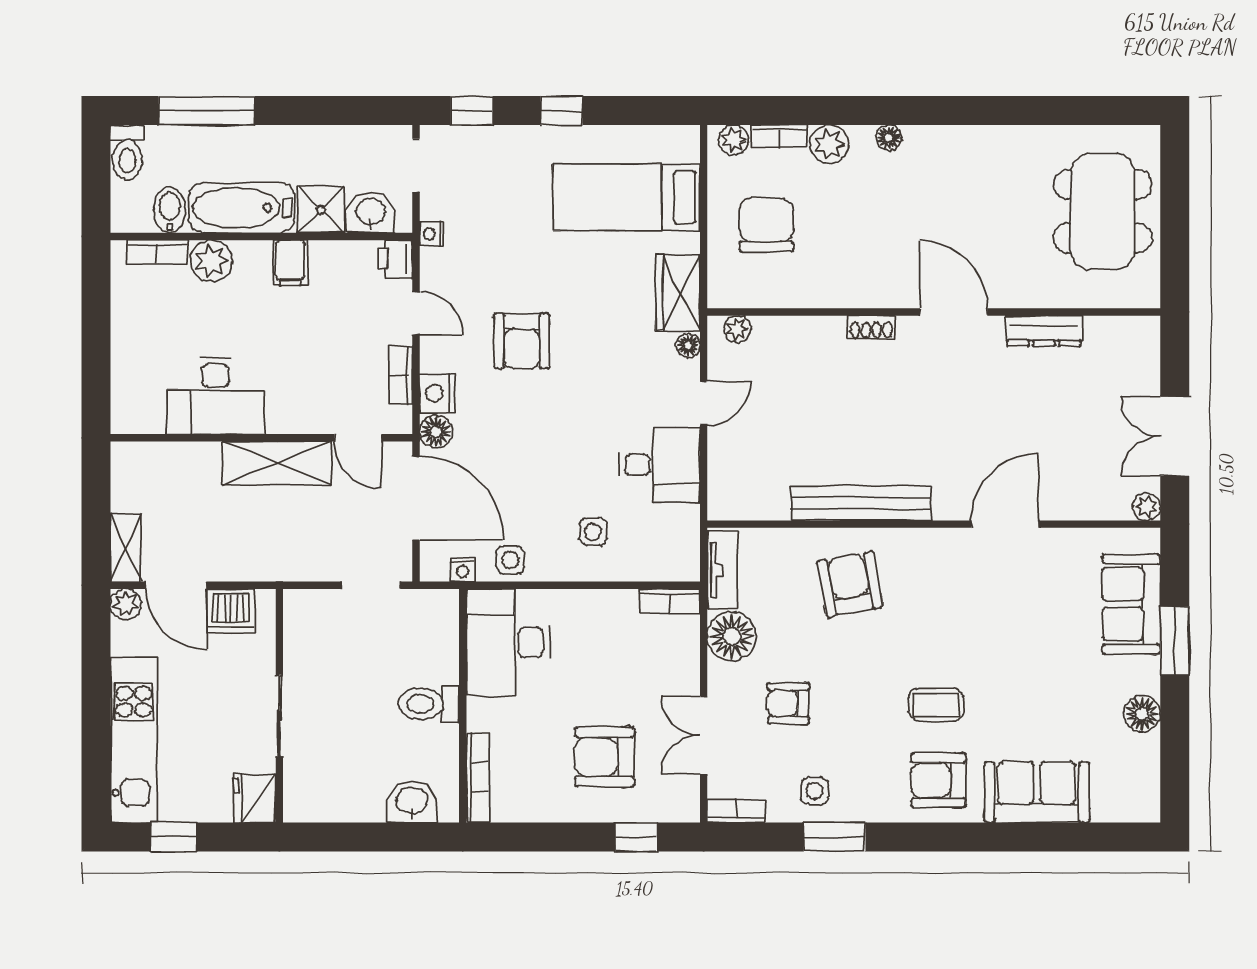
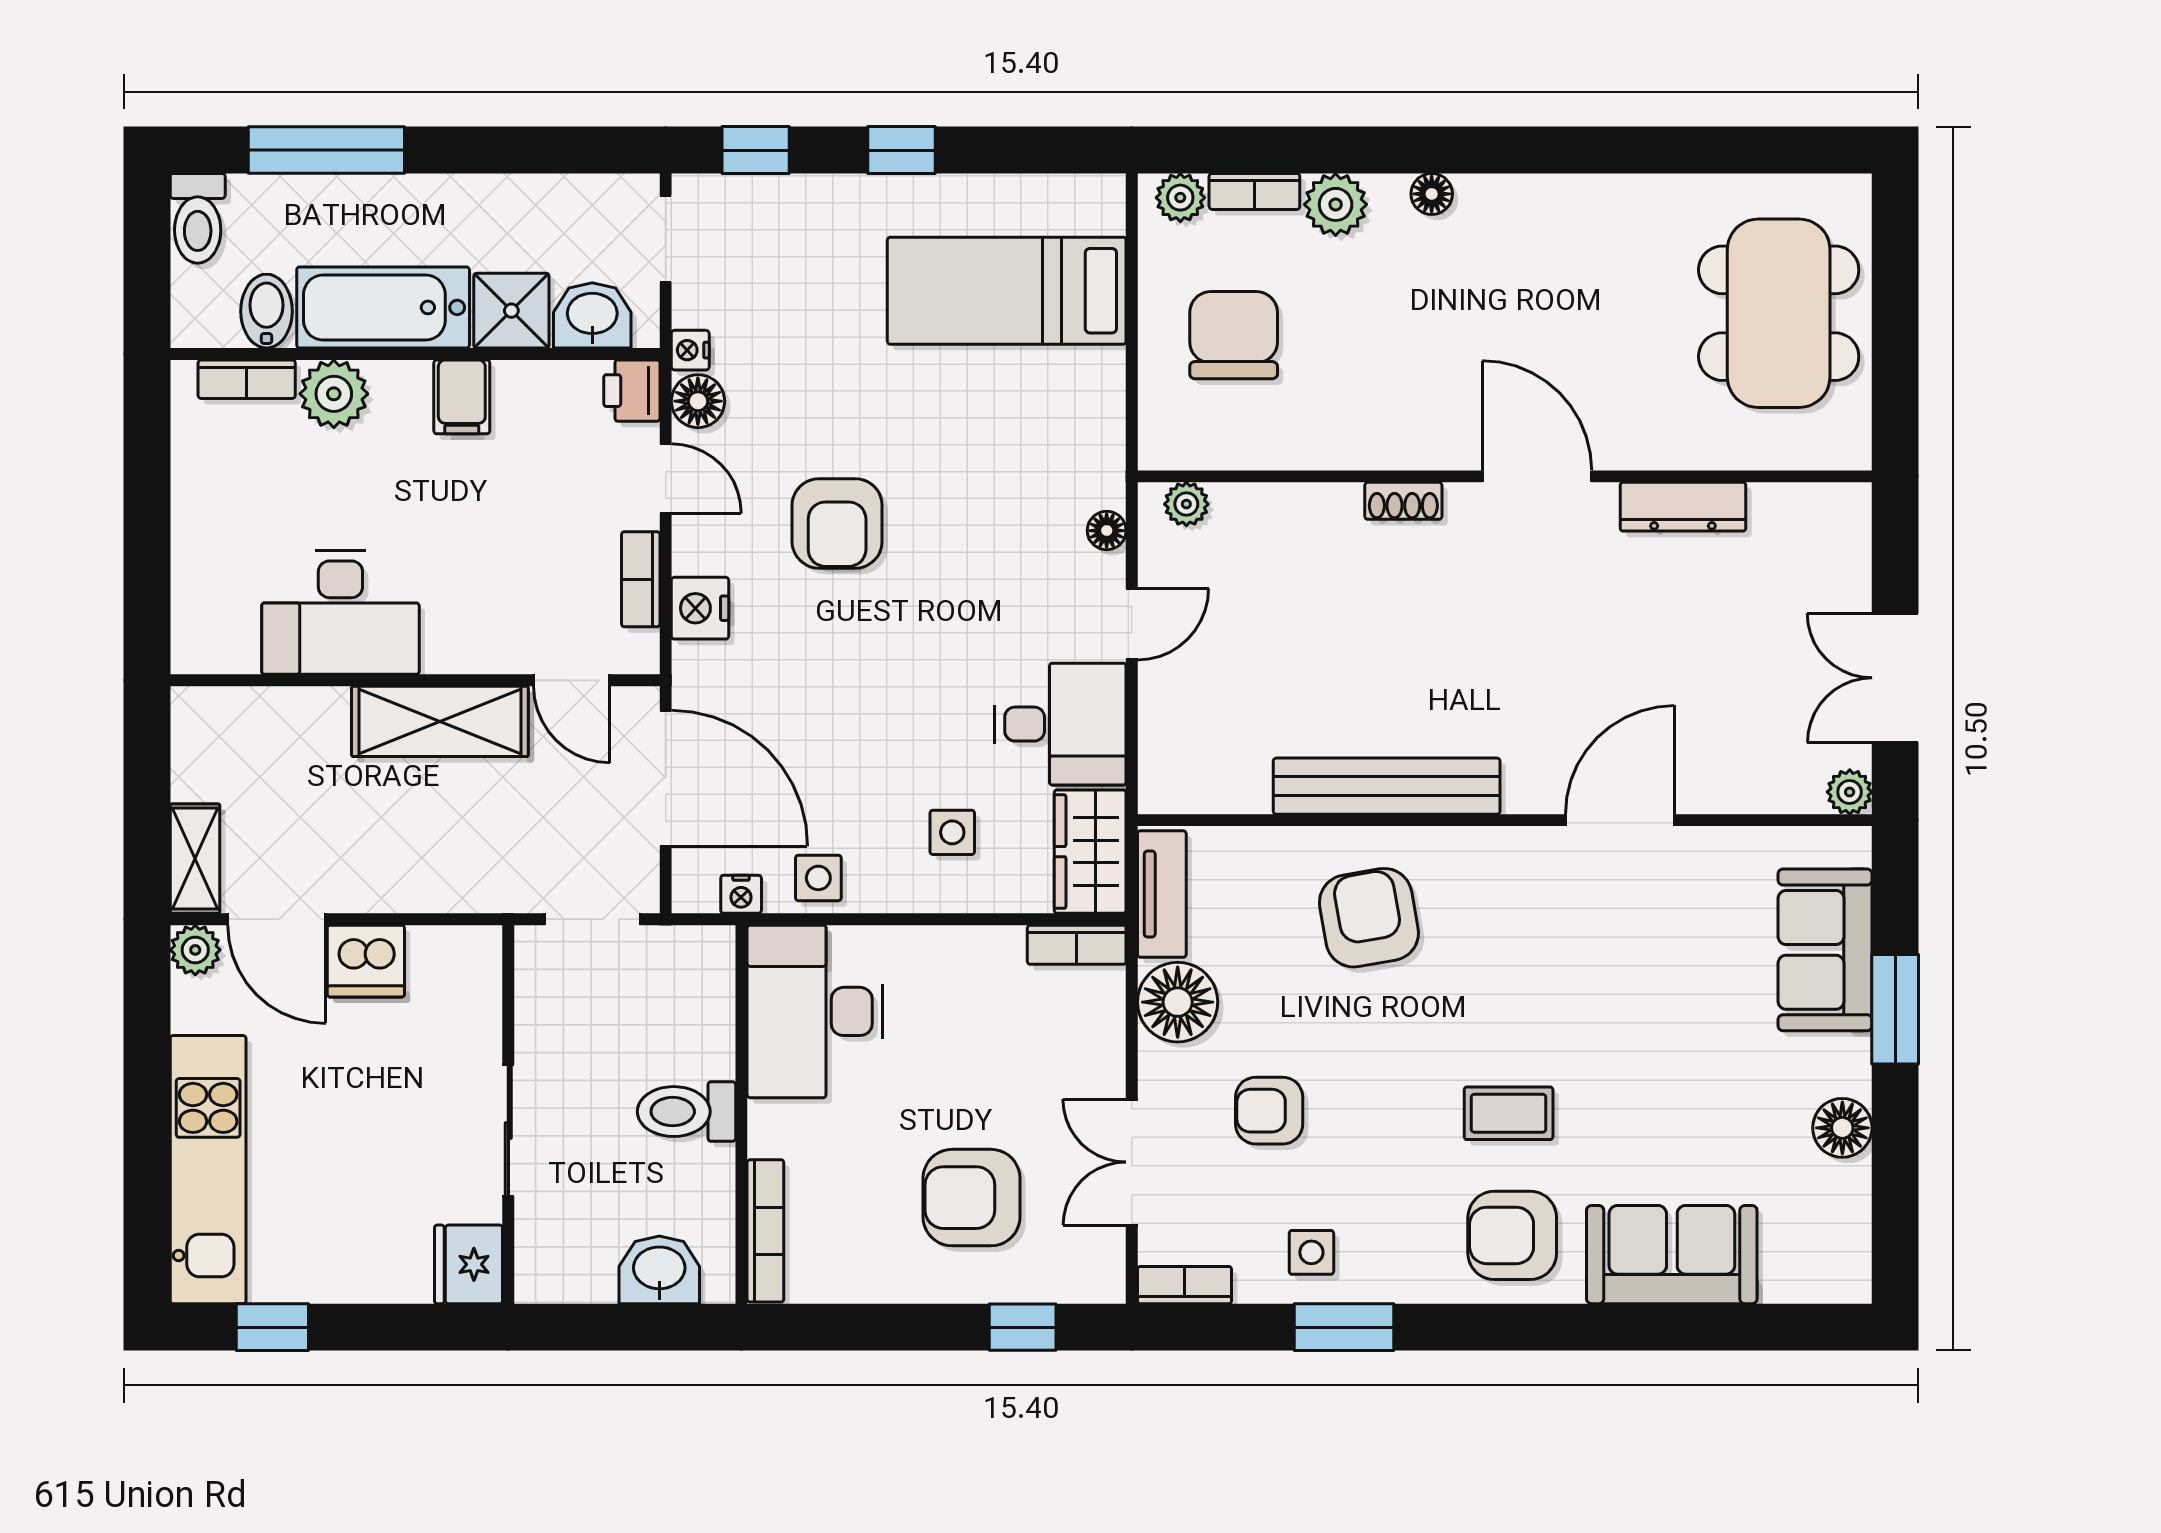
wardrobe: (678, 292) -> (1090, 852), moved
floor lamp: (436, 432) -> (698, 401), moved
wall: (279, 706) -> (508, 1114), moved
sliding door: (279, 716) -> (508, 1131), moved
fridge: (255, 798) -> (469, 1264), moved

